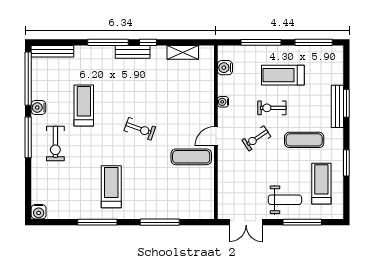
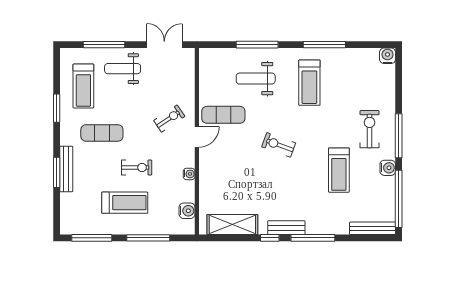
shelving: (183, 52) -> (232, 225), width x1.50, depth x1.33
exercise bike: (256, 138) -> (169, 118), moved
weight bench: (161, 191) -> (256, 79), added

